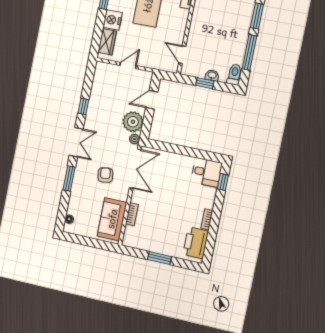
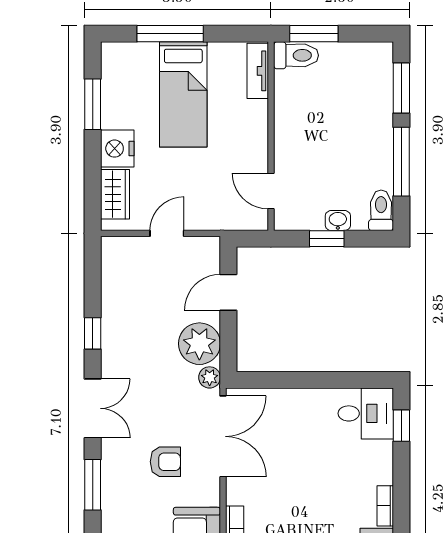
armchair: (105, 175) -> (165, 462), turned 98

